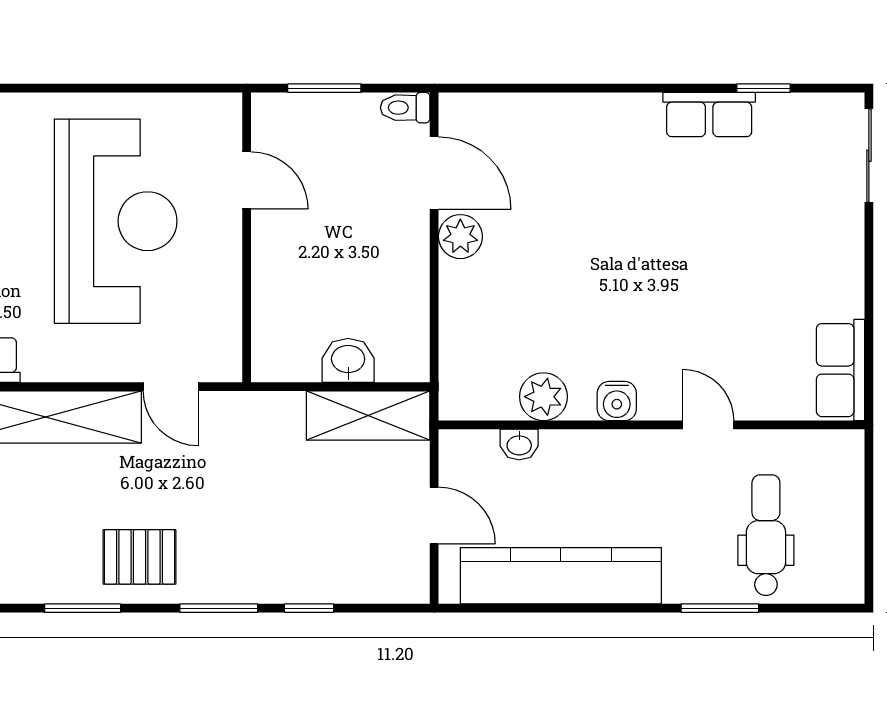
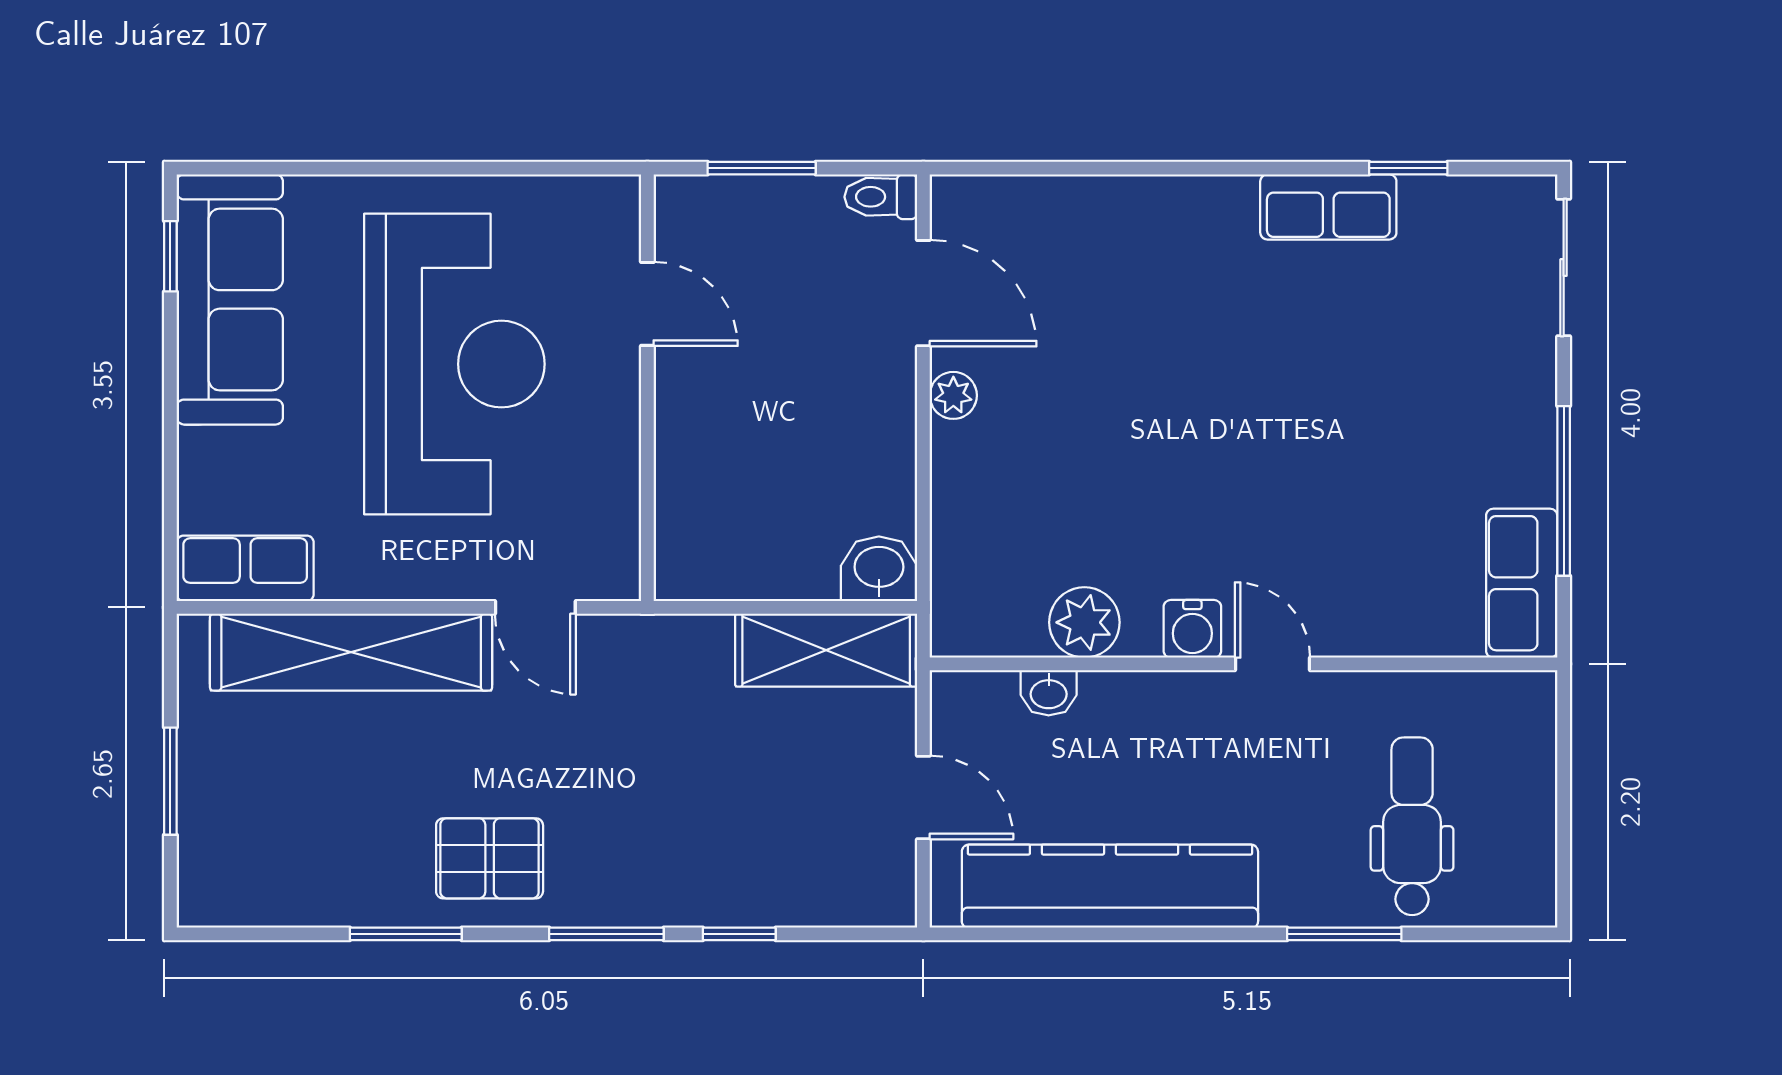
plant: (460, 237) -> (953, 395), width x0.73, depth x0.73
window: (869, 307) -> (1564, 491), added
washbasin: (348, 360) -> (879, 569), moved
door: (708, 425) -> (1272, 664), moved

